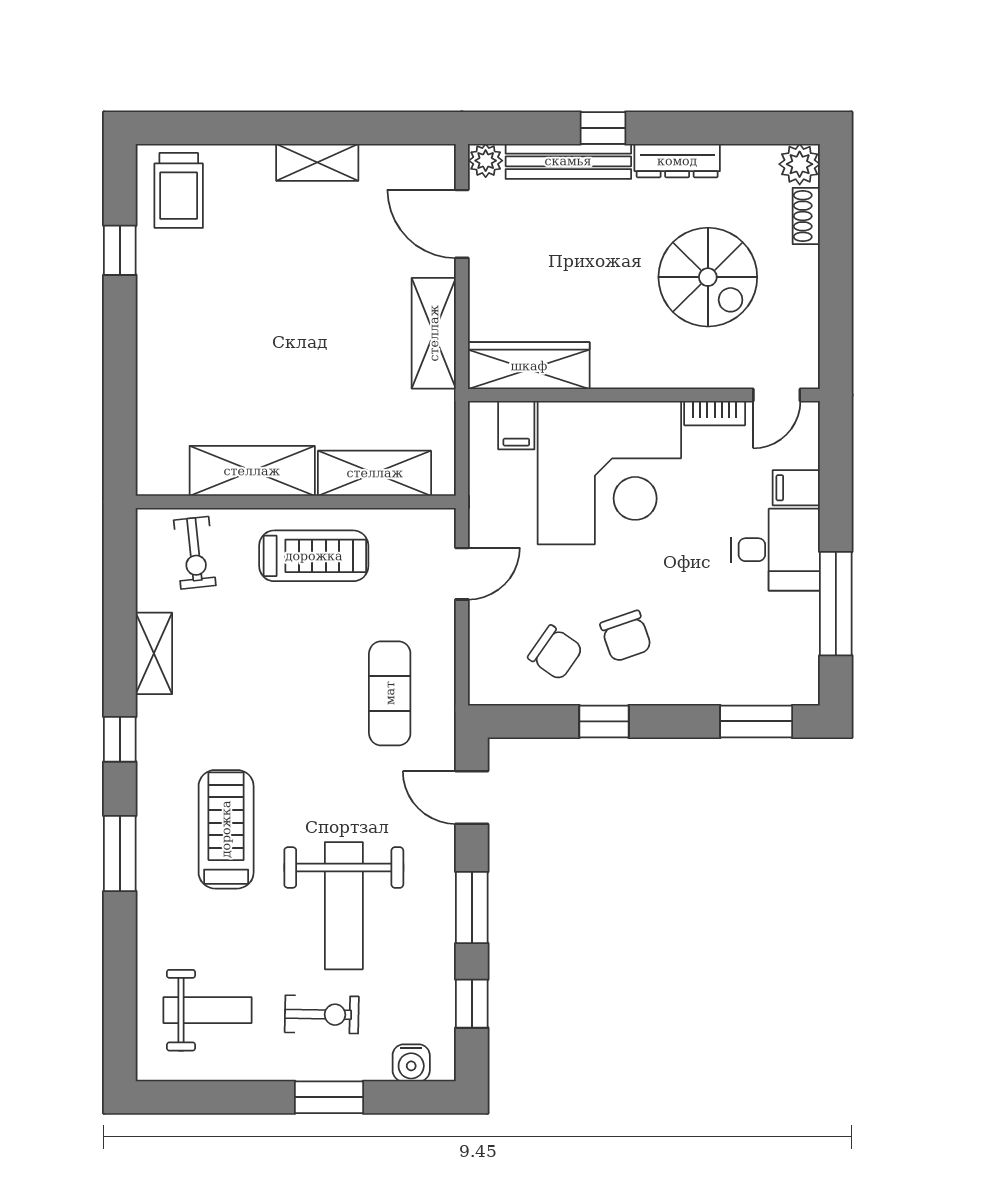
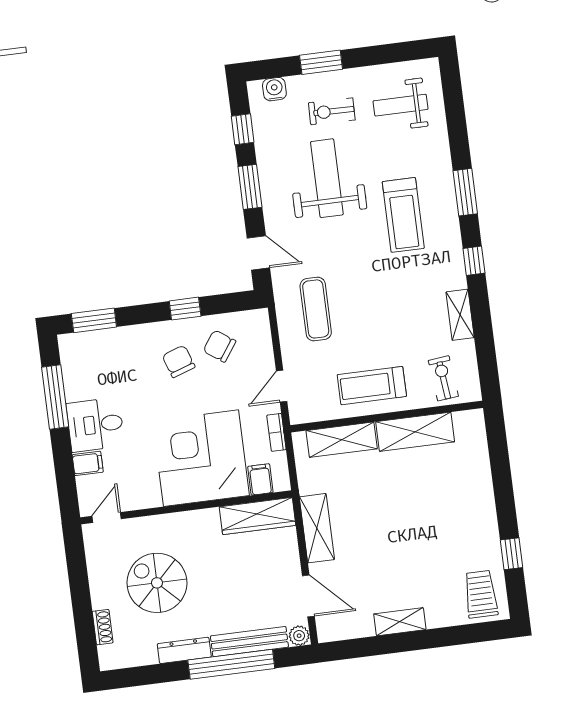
window: (603, 128) -> (231, 664), width x3.17
plant: (800, 164) -> (111, 658), removed
bookcase: (715, 413) -> (276, 432), moved, turned -90

